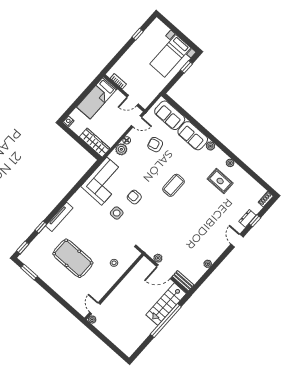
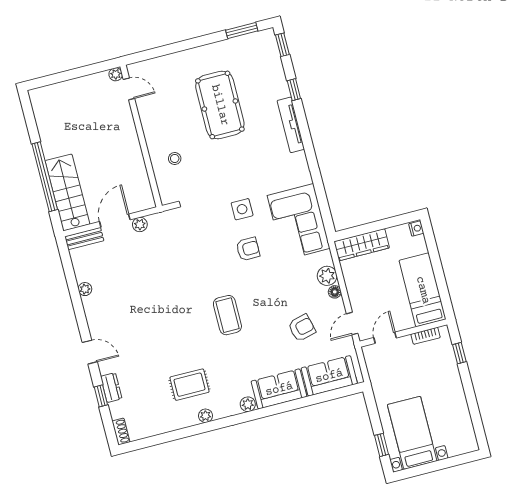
window: (138, 34) -> (459, 353), moved
pool table: (73, 258) -> (220, 105), turned 90

